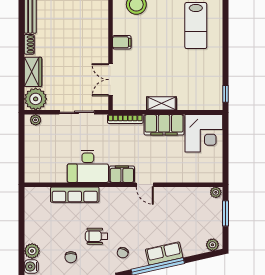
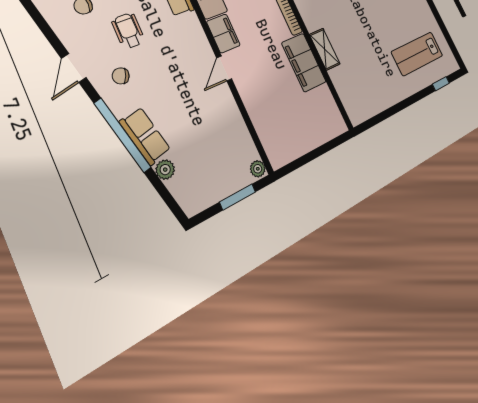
window: (226, 94) -> (441, 84), moved
corner desk: (204, 133) -> (318, 117), removed
plant: (212, 245) -> (165, 170), moved

